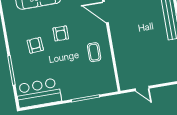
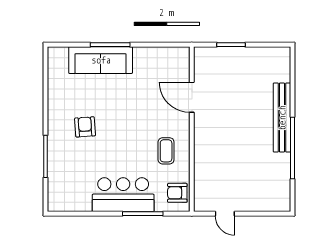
armchair: (61, 33) -> (177, 193), moved, turned 90
bar counter: (39, 93) -> (123, 195), moved

